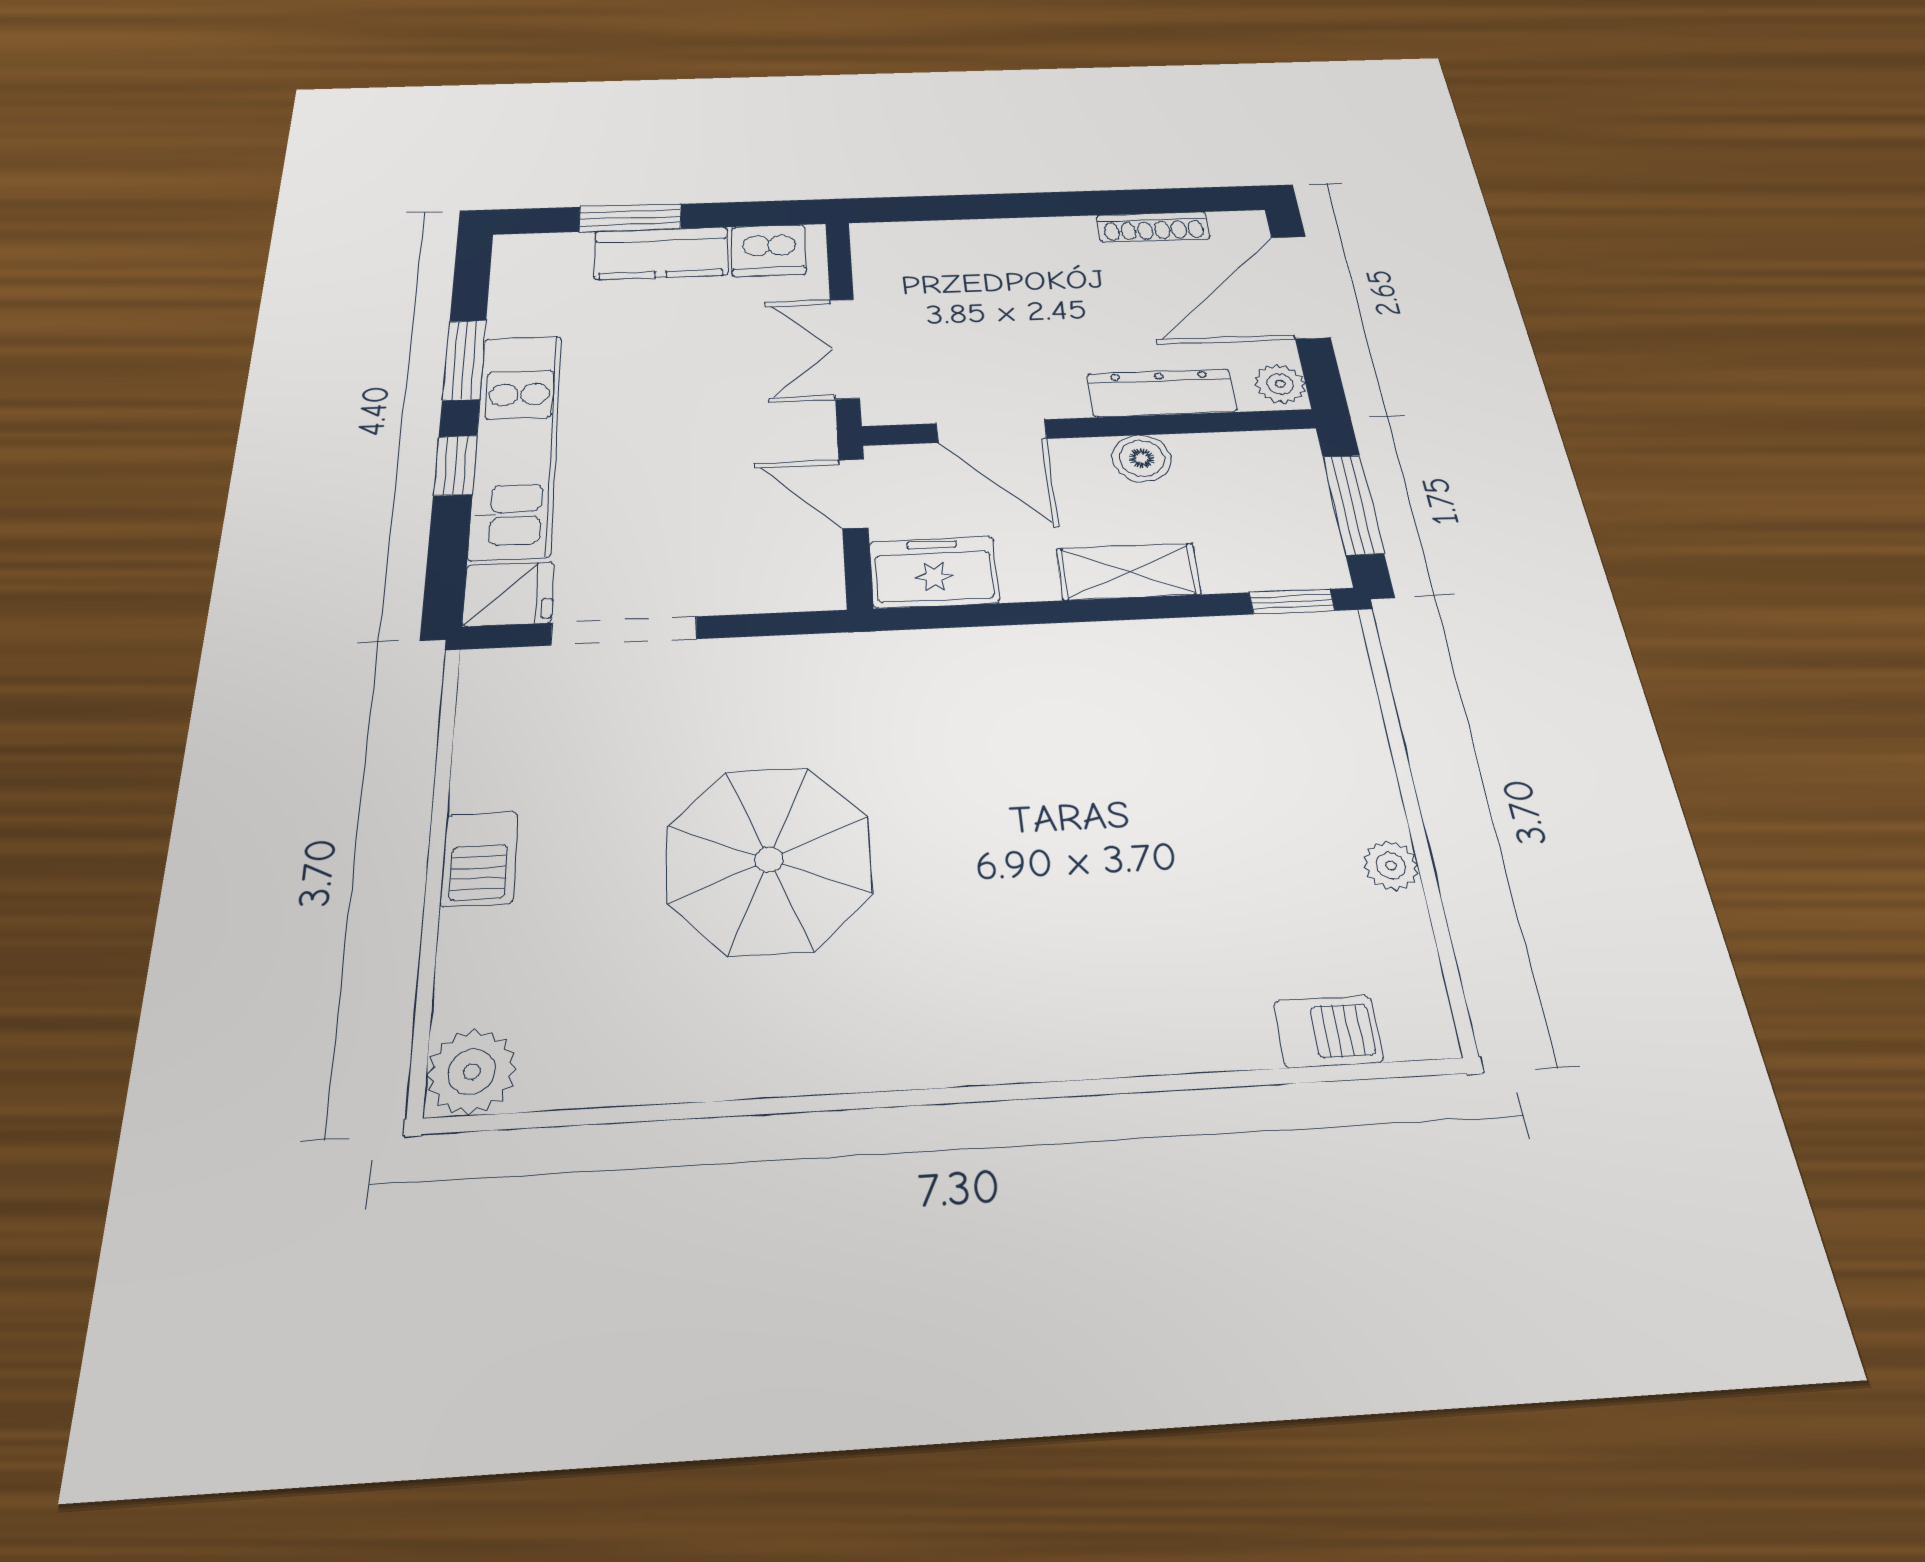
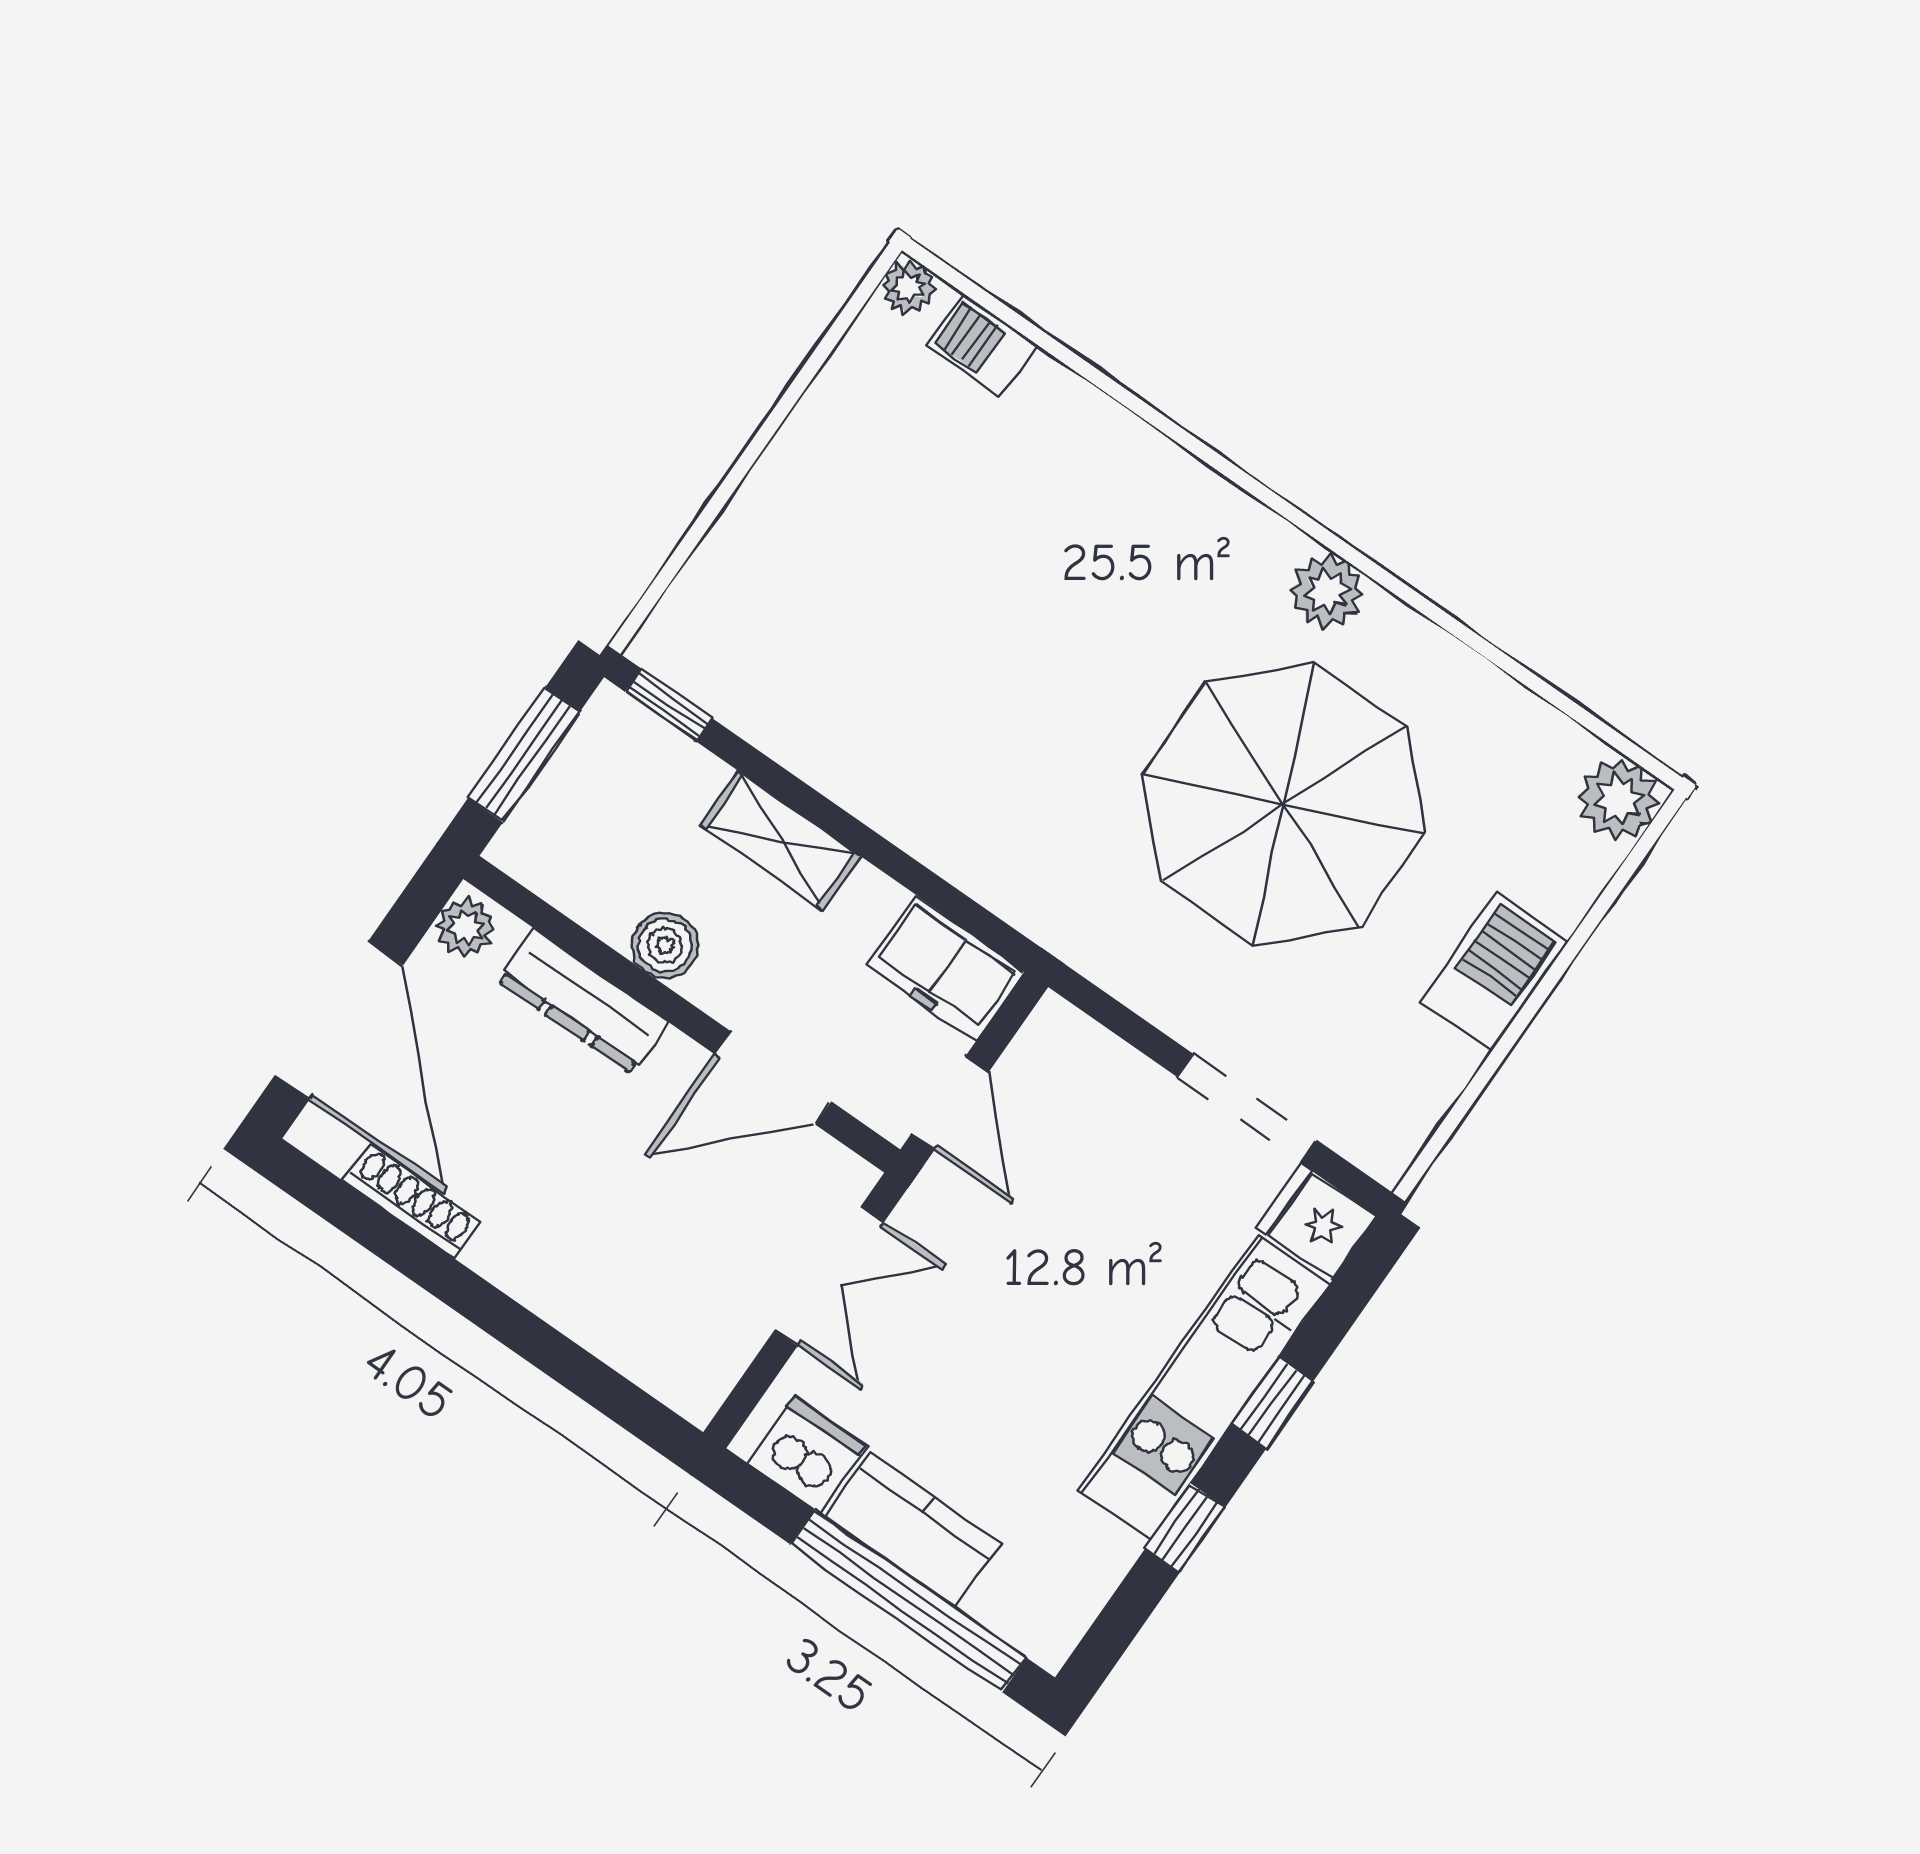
window: (630, 218) -> (908, 1601), width x2.11
door: (1300, 287) -> (339, 1020), hinge flipped
window: (464, 360) -> (1185, 1528), width x0.67
door: (991, 431) -> (773, 1078), swing flipped
barbecue: (479, 859) -> (1495, 971), width x1.38, depth x1.27
parasol: (769, 860) -> (1283, 804), width x1.36, depth x1.36
plant: (1391, 866) -> (908, 288), moved
plant: (868, 1053) -> (1327, 592), added

